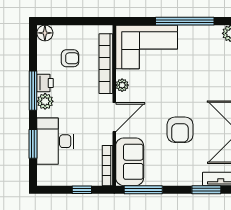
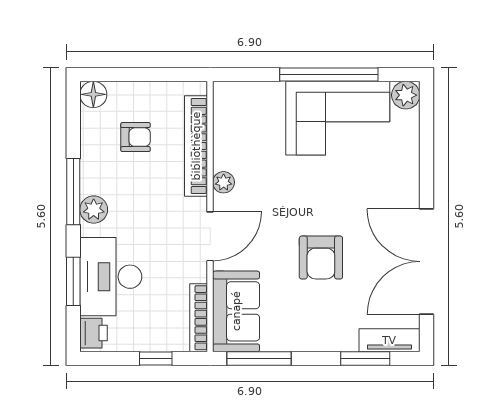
corner sofa: (147, 47) -> (338, 118), moved
printer: (45, 83) -> (94, 333), moved

